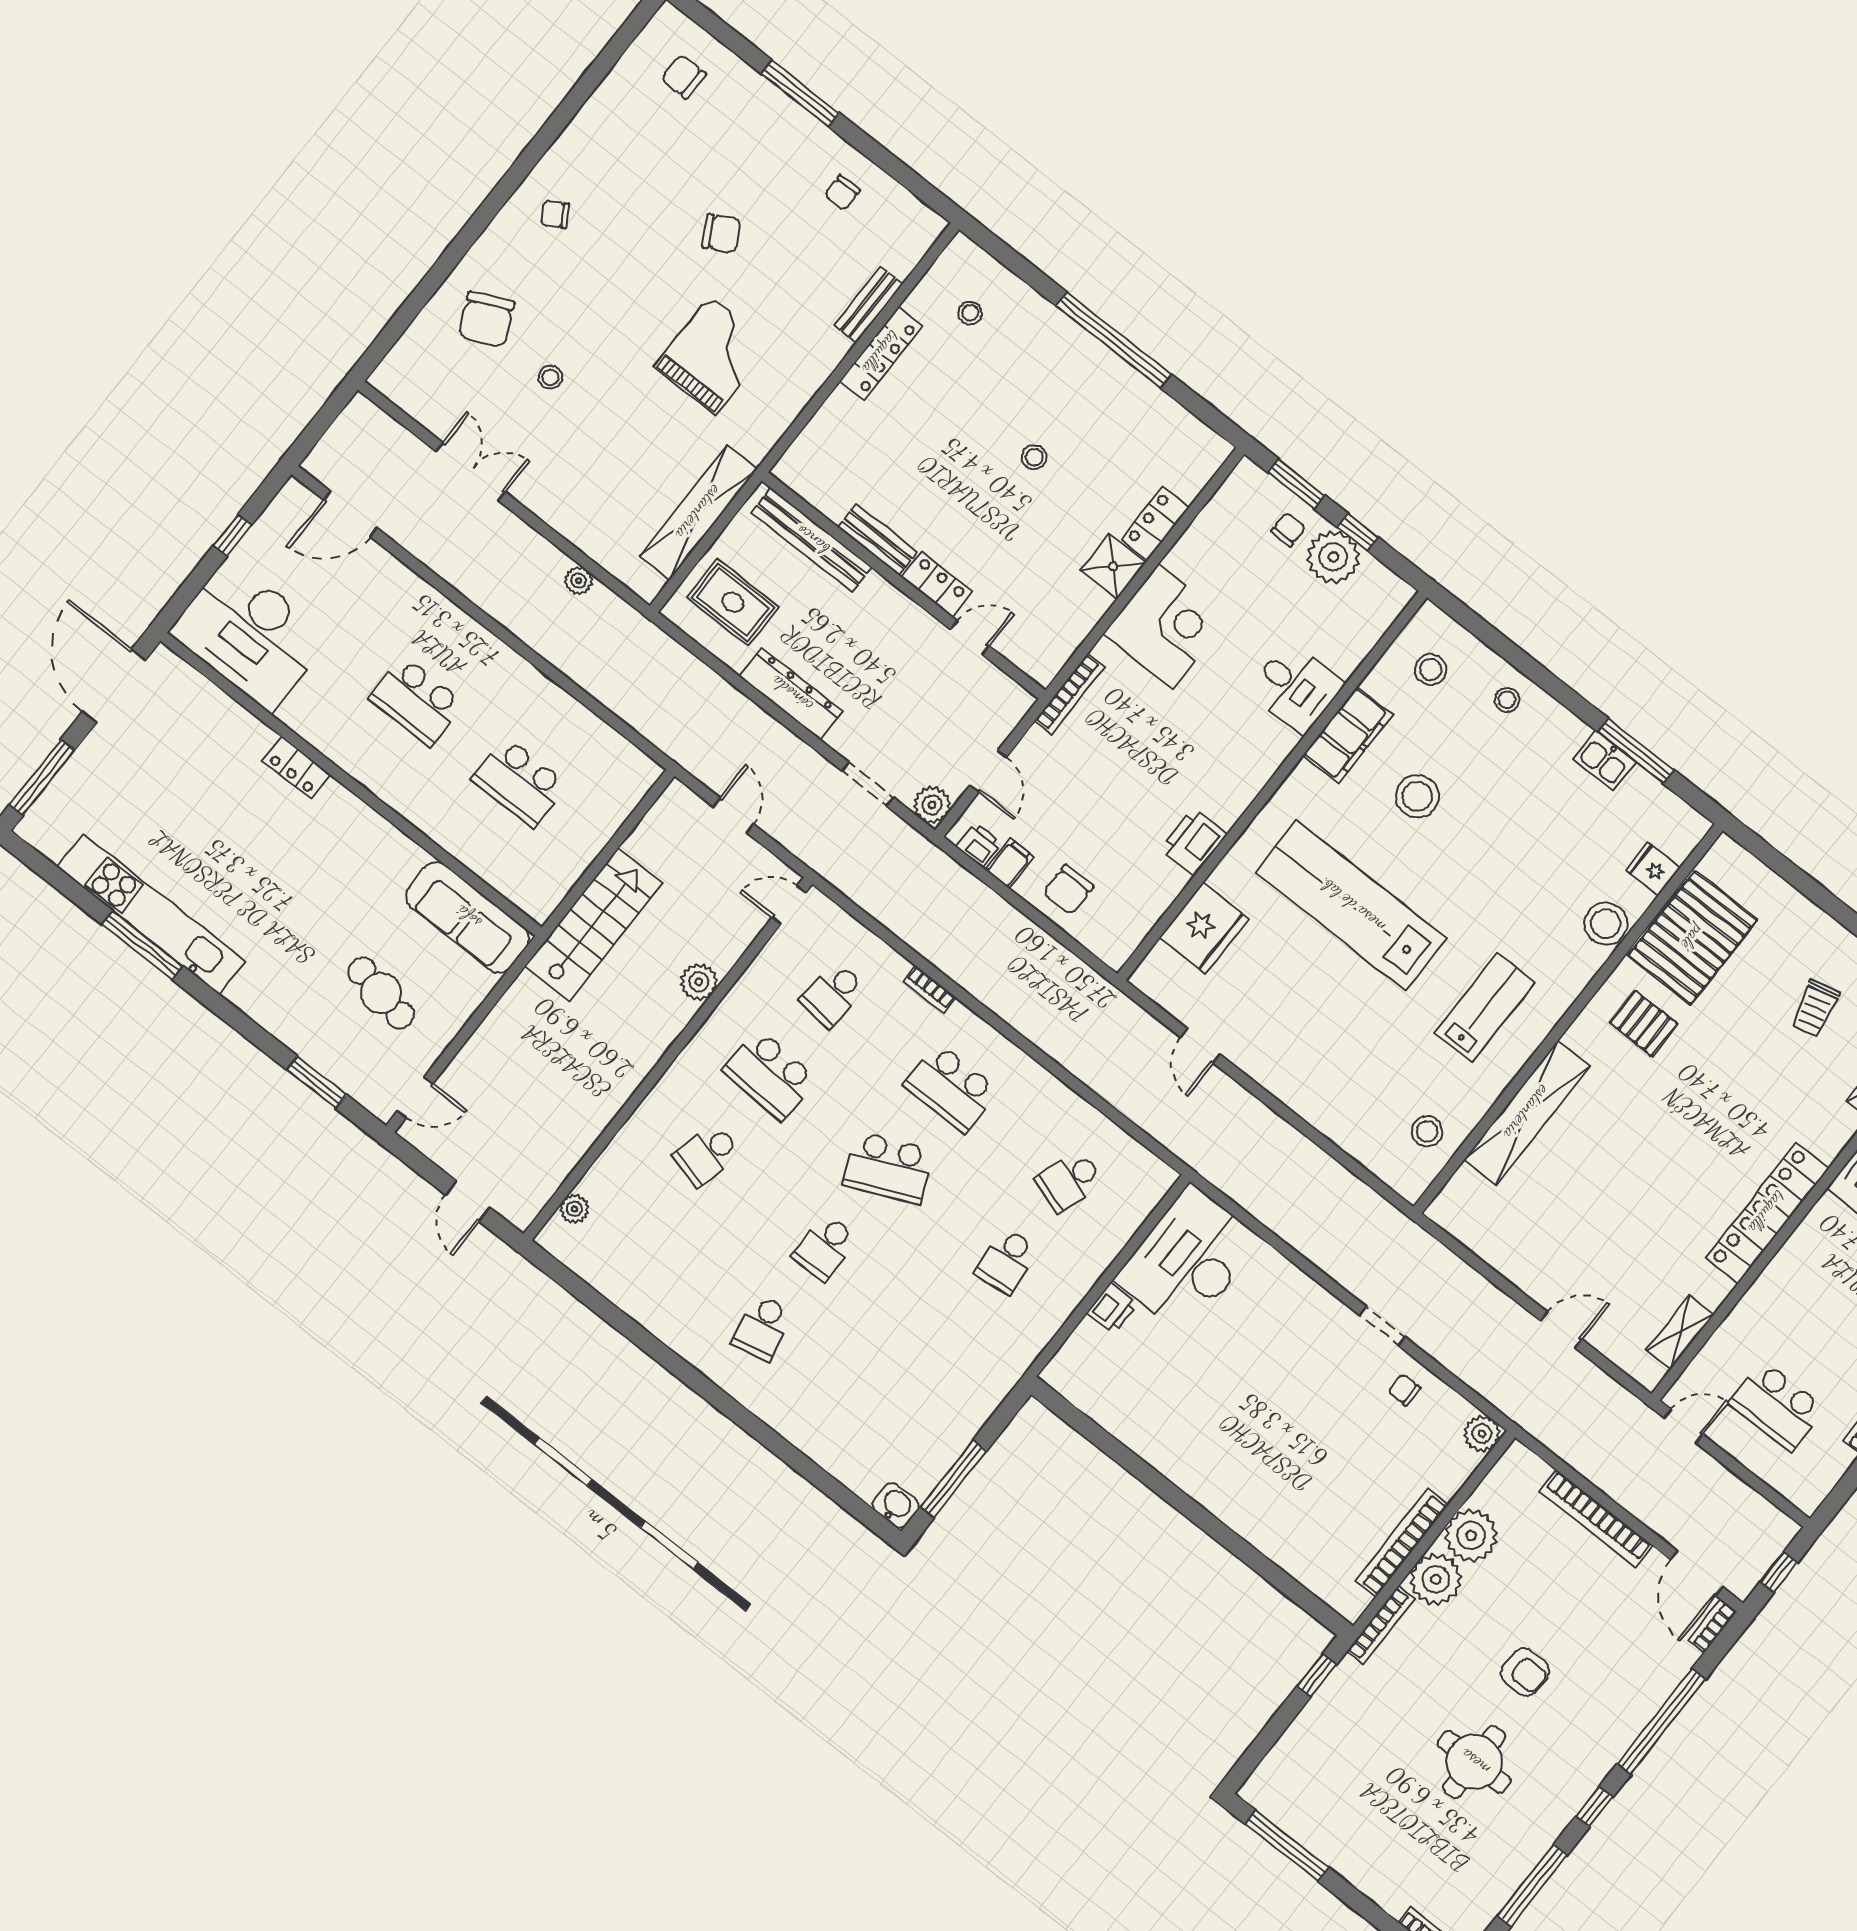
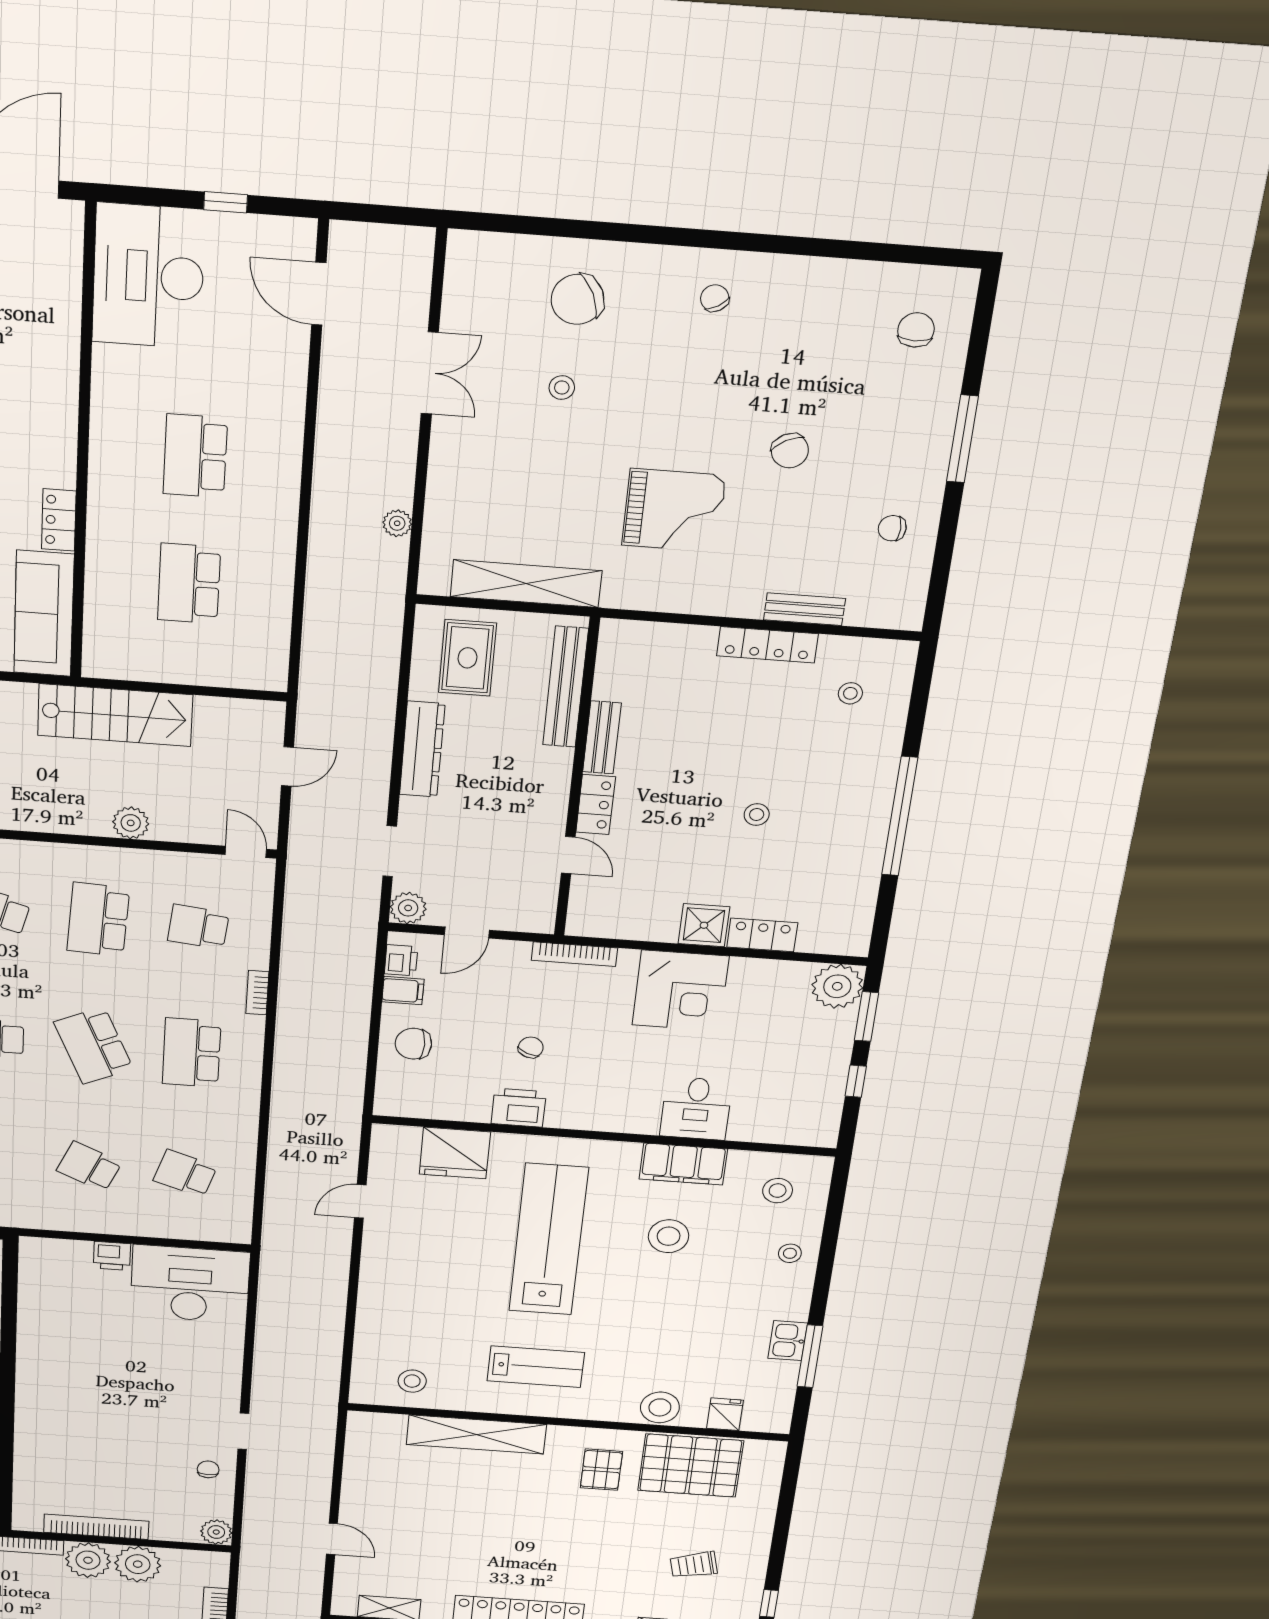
chair: (1288, 530) -> (531, 1047), moved, turned -68
plant: (1333, 557) -> (837, 986), moved
locker: (296, 767) -> (59, 520), moved
school desk: (1006, 1261) -> (89, 1167), turned 30

